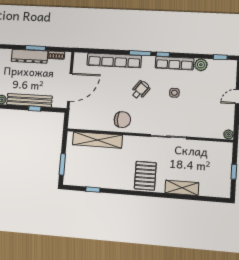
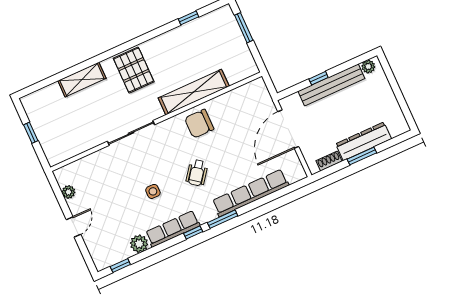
plant: (228, 134) -> (68, 192), moved
shelving: (97, 140) -> (194, 92), moved

